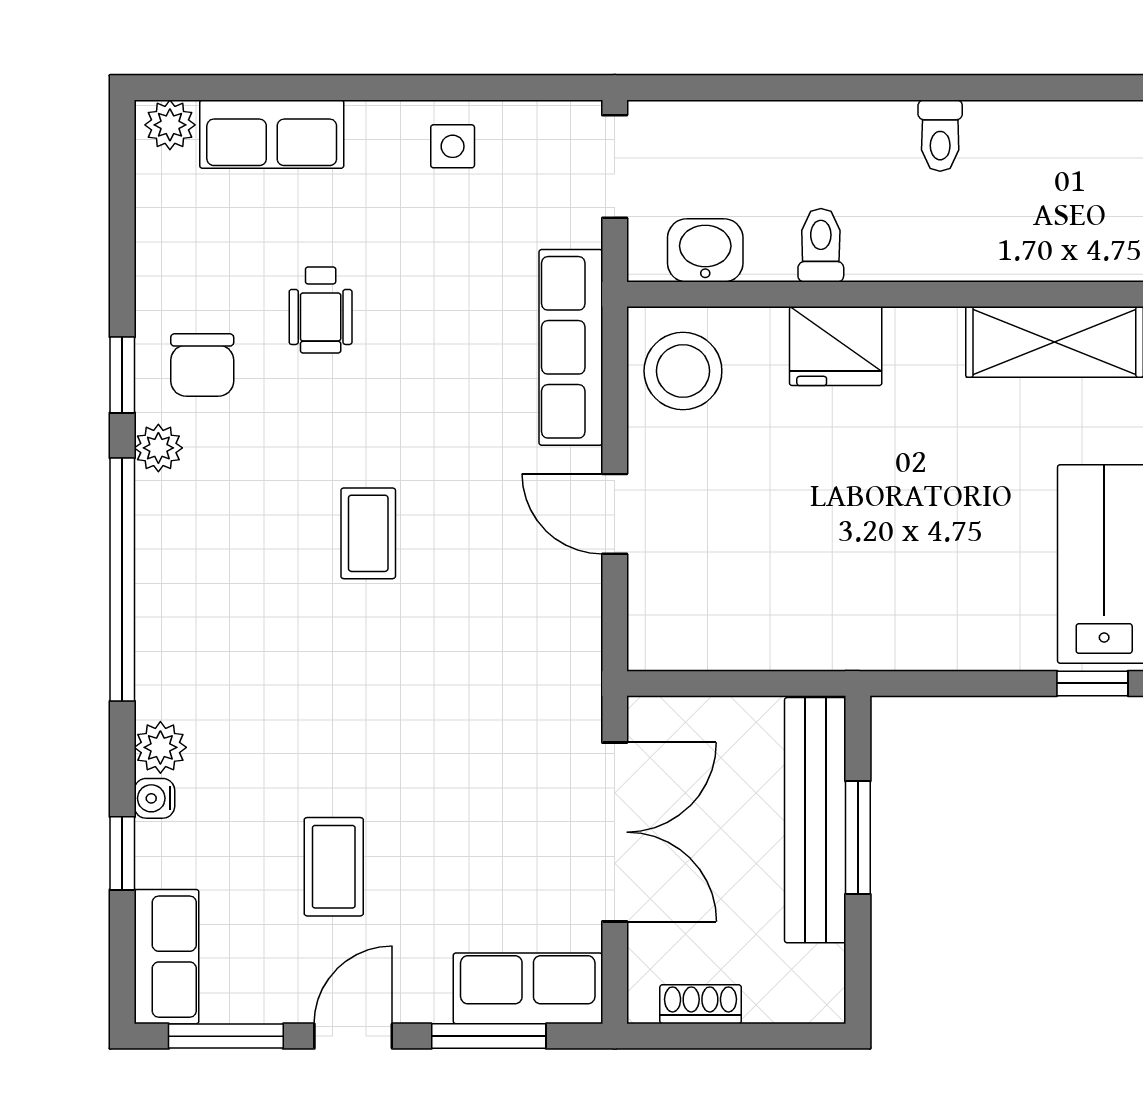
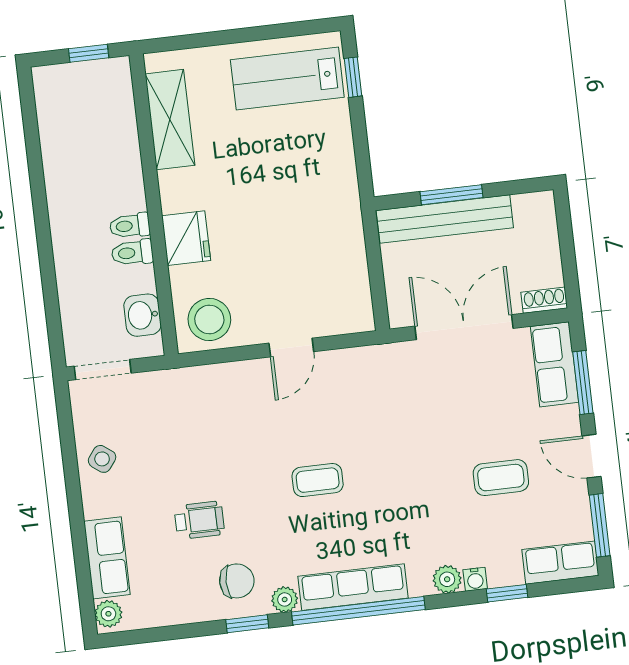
toilet: (940, 136) -> (130, 226), moved, turned 180
side table: (453, 146) -> (102, 459), turned 37
row of seats: (571, 347) -> (353, 587), moved, turned 180
shoe rack: (701, 1004) -> (544, 300), moved, turned 90

